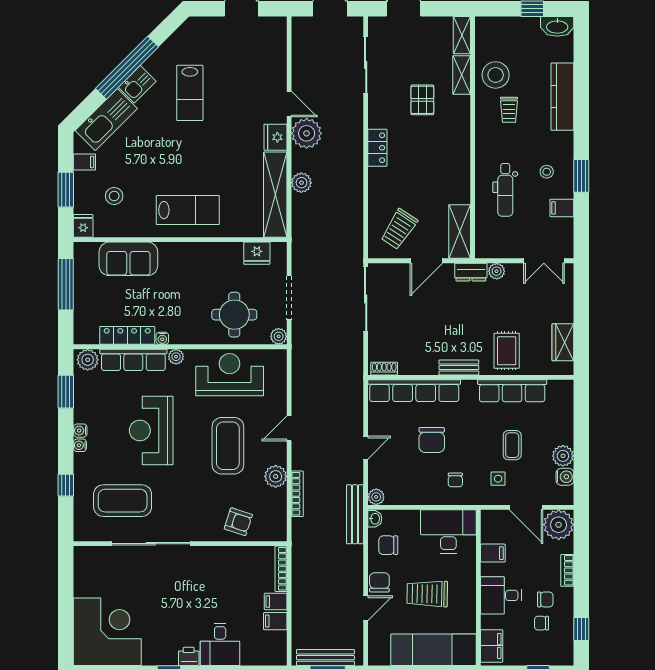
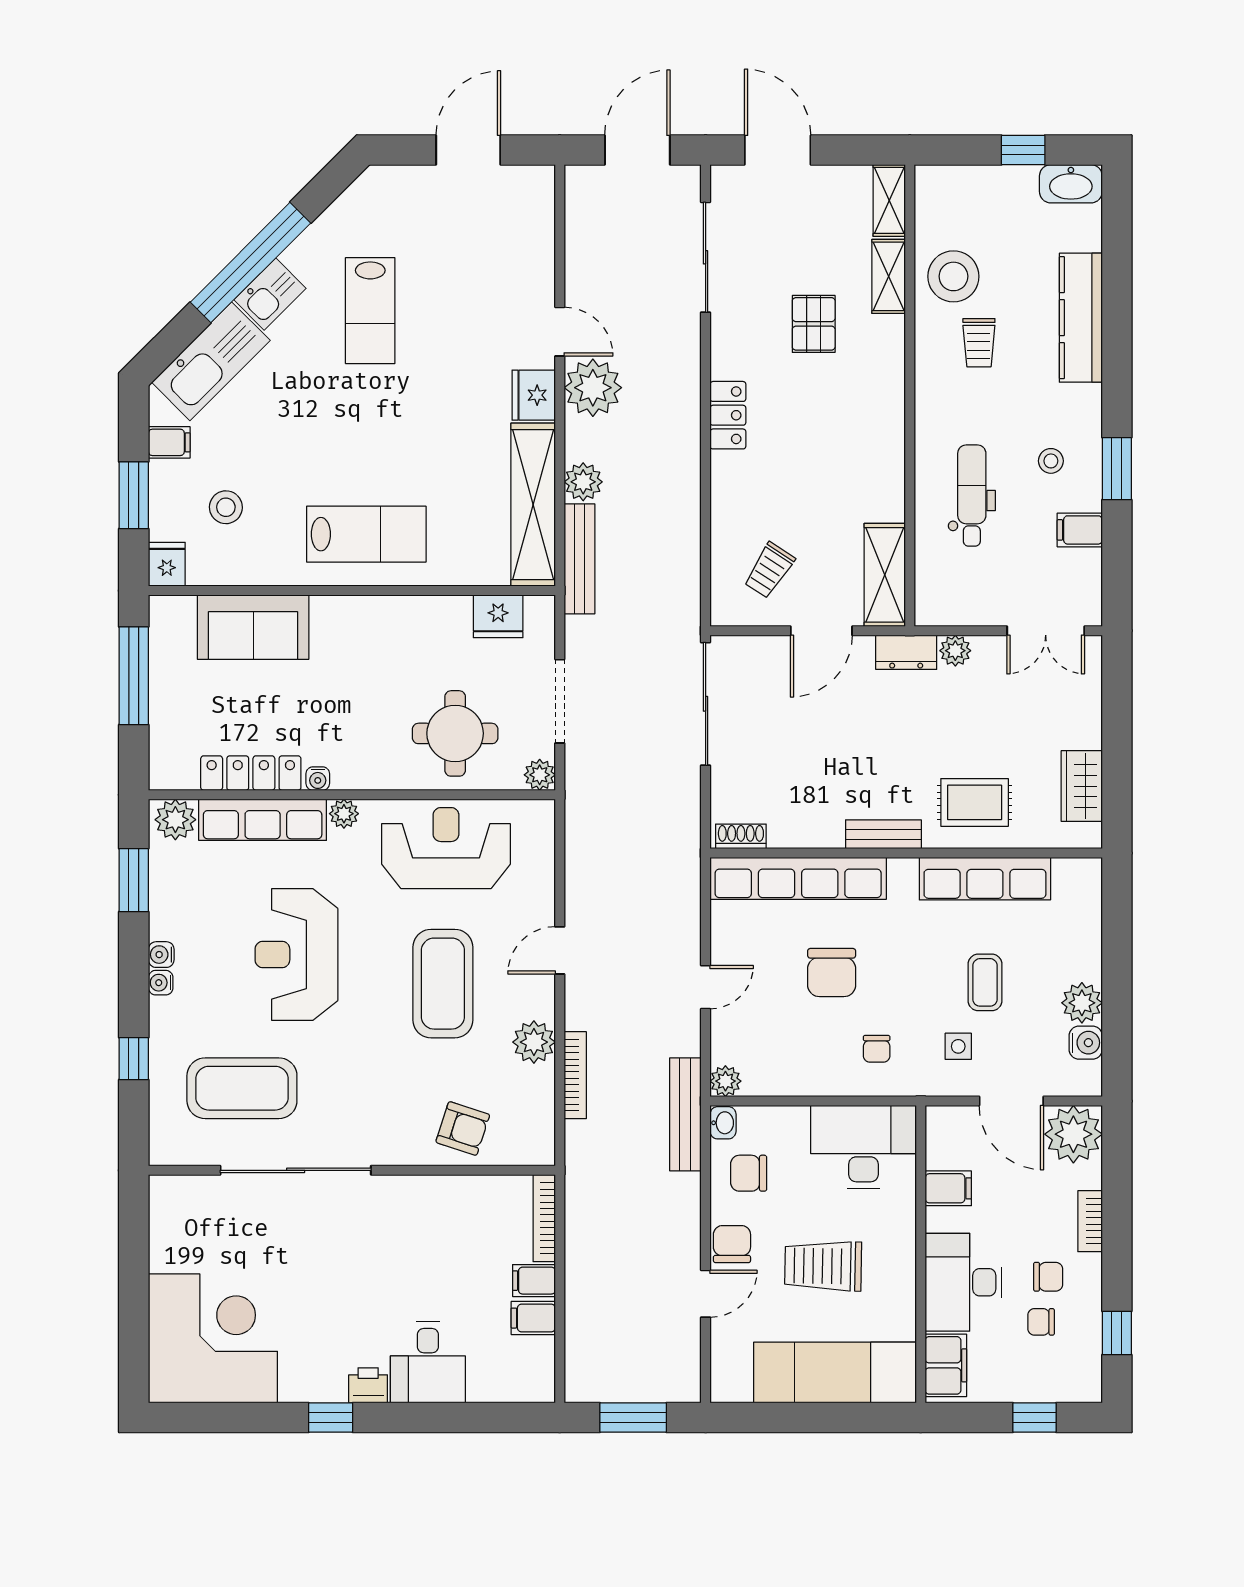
dental chair: (505, 190) -> (972, 496), turned 180
trolley: (399, 229) -> (769, 570), width x0.73, depth x0.72
rug: (507, 351) -> (975, 802), turned 90
desk: (501, 595) -> (964, 1282), width x1.37
bench: (325, 658) -> (579, 559), moved, turned 90

